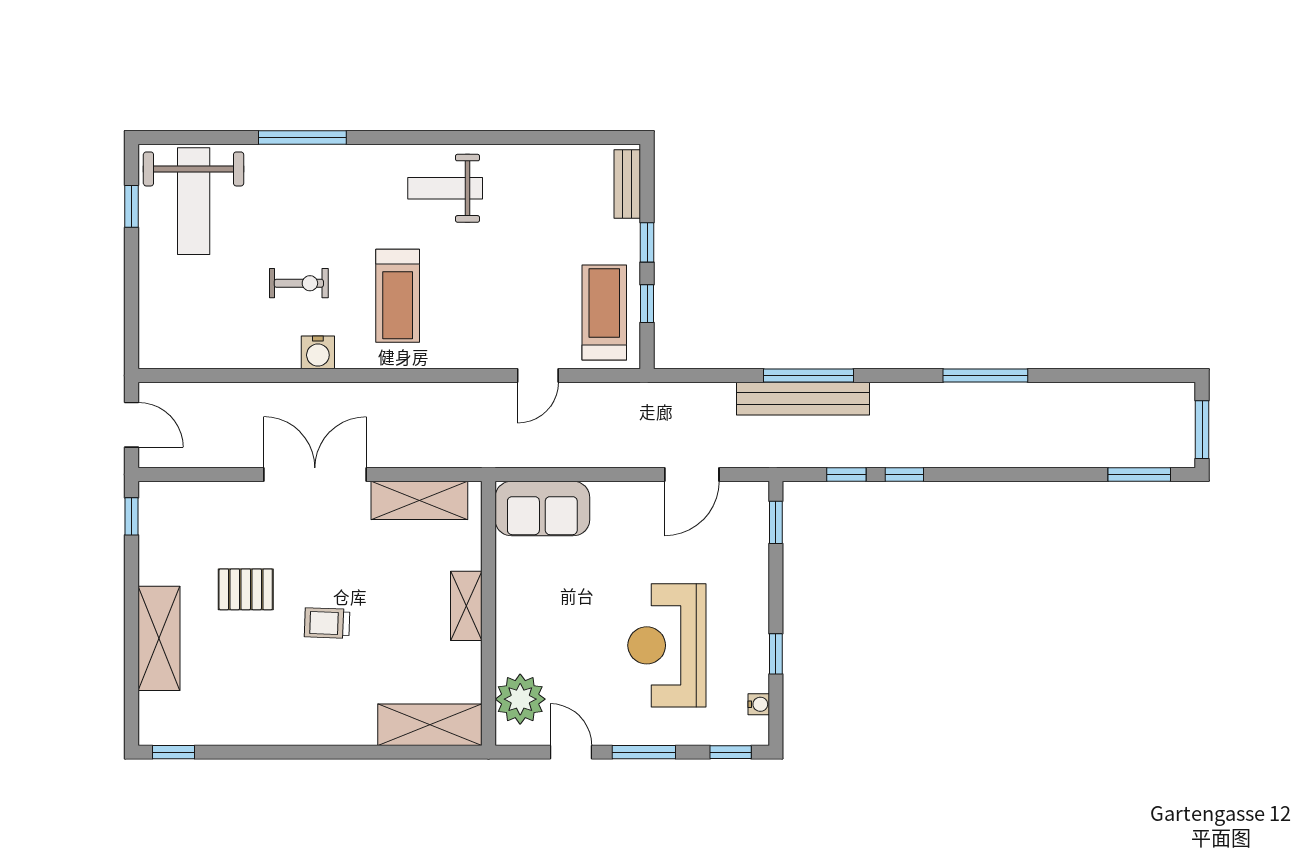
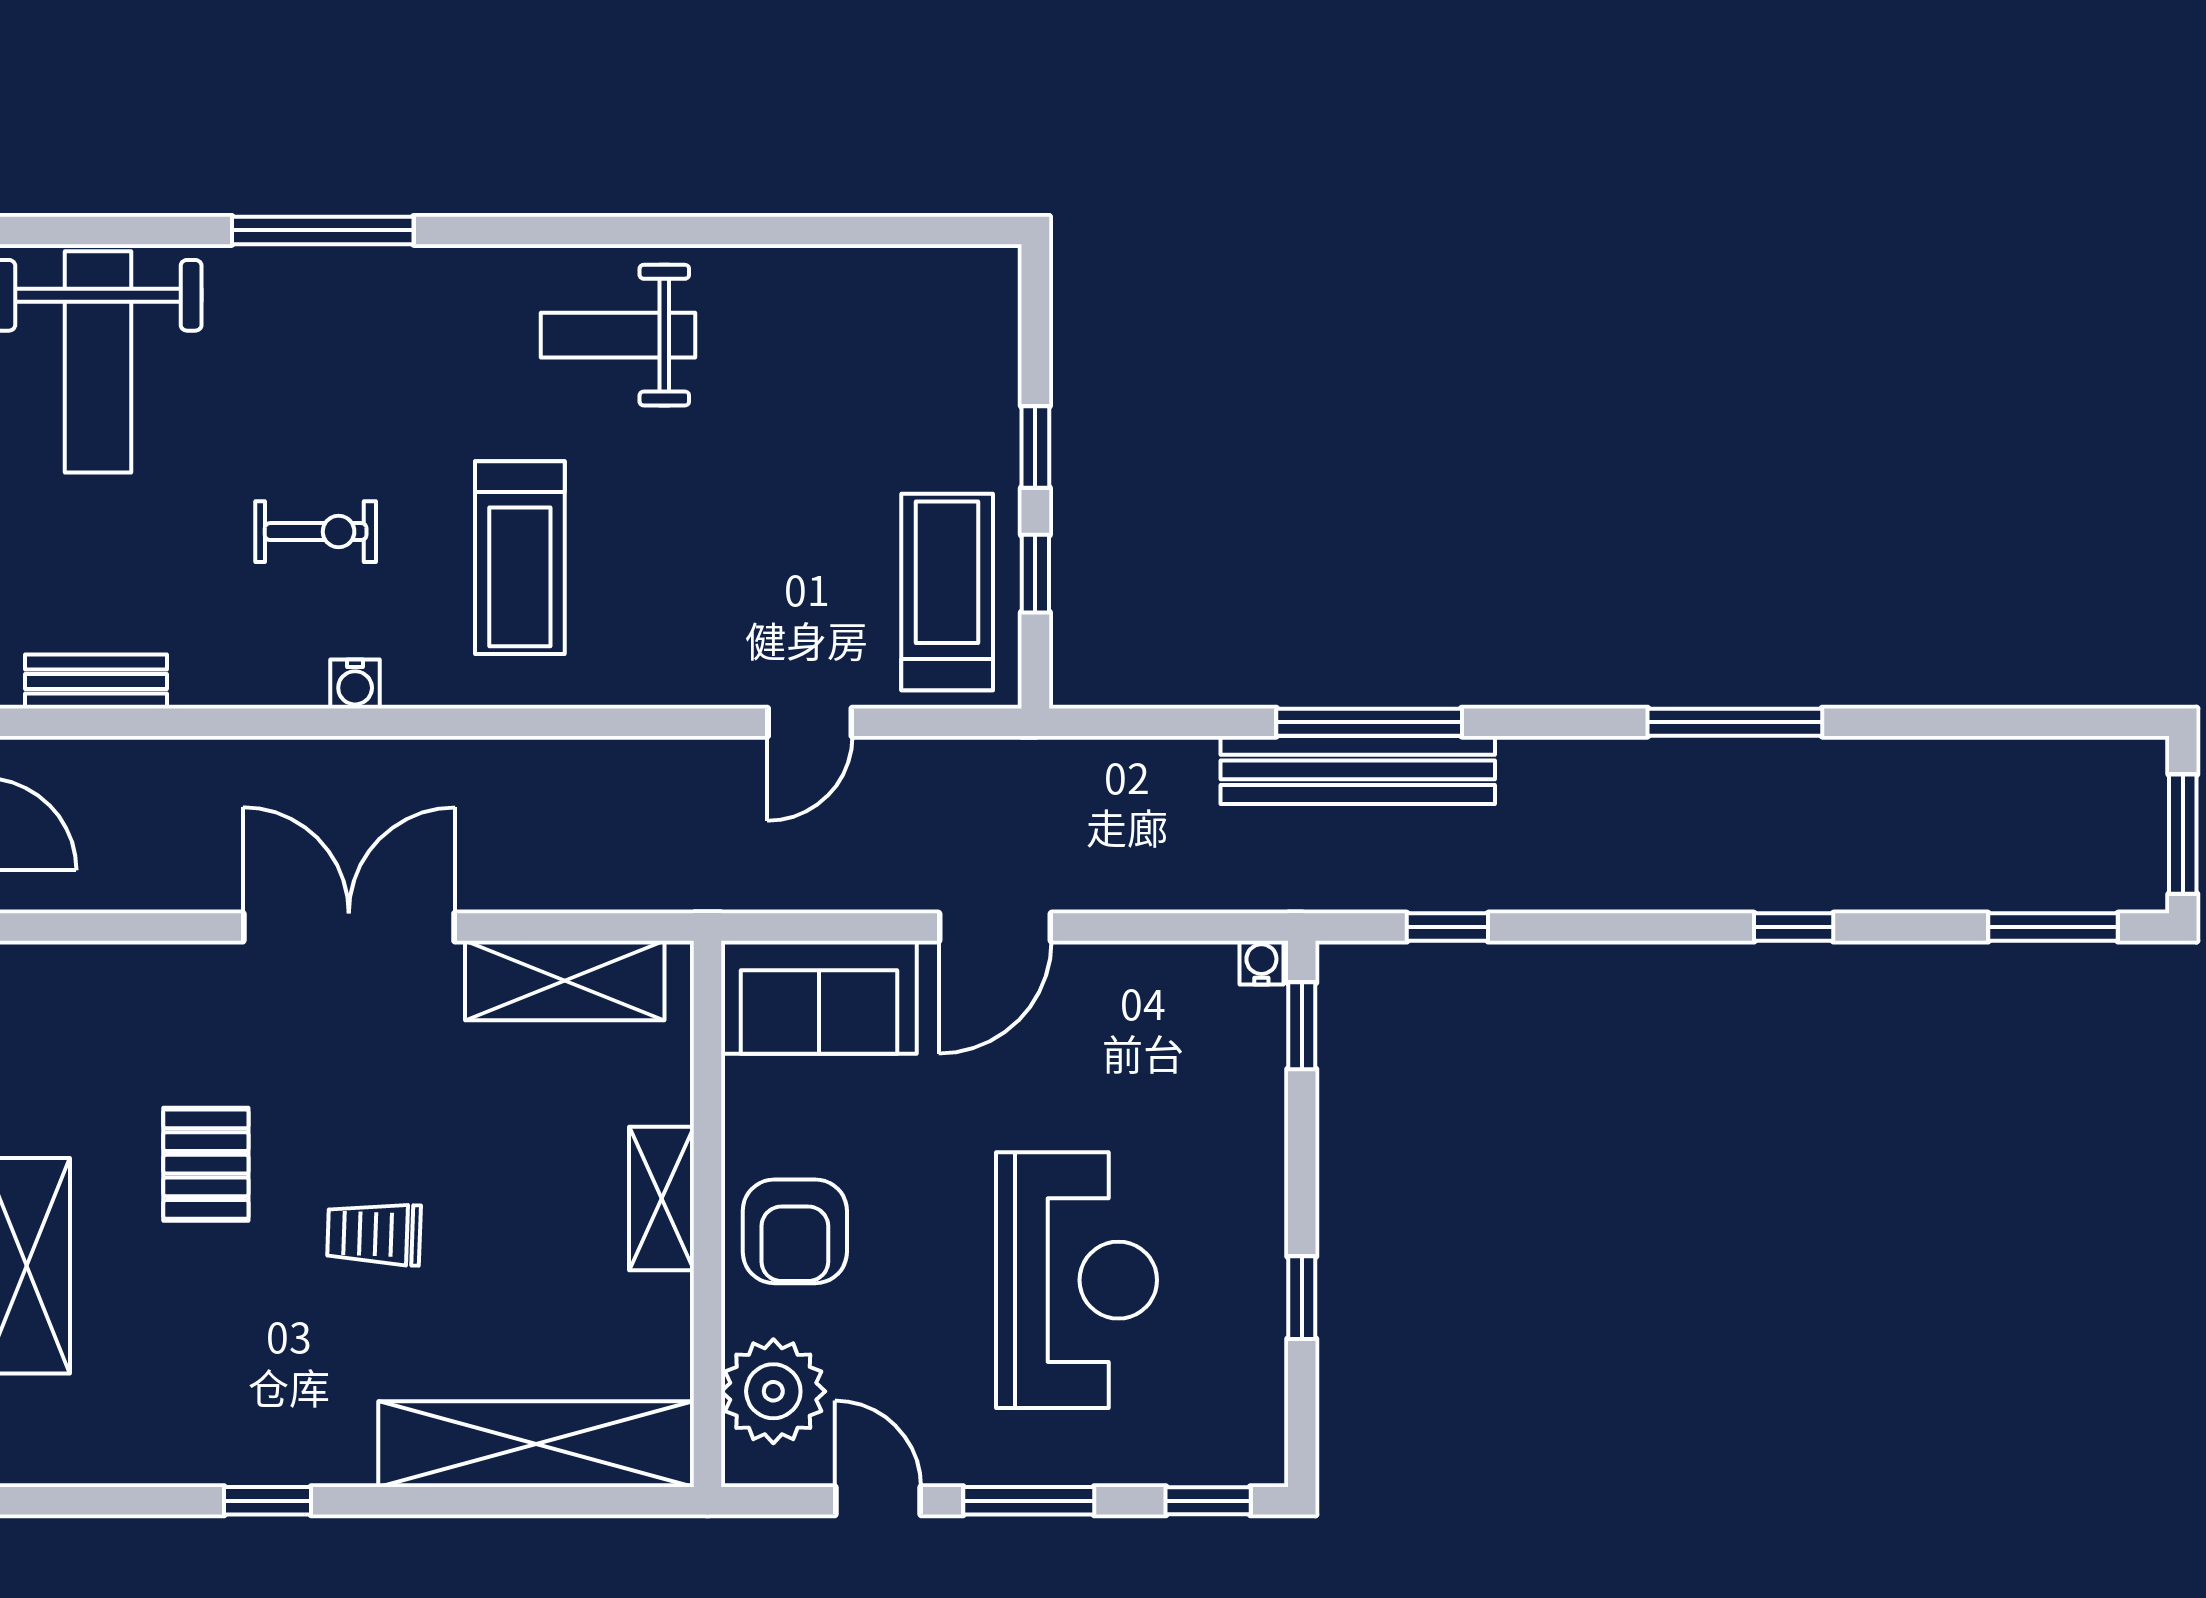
bench: (627, 184) -> (96, 681), moved, turned 90
water cooler: (318, 352) -> (355, 684), width x0.72, depth x0.72
door: (692, 475) -> (995, 927), moved
window: (904, 475) -> (1794, 927), moved
pallet: (246, 589) -> (206, 1164), turned 90
armchair: (531, 622) -> (795, 1231), added
reception desk: (667, 645) -> (1077, 1280), turned 180
water cooler: (759, 704) -> (1261, 963), moved, turned -90
shelving: (430, 725) -> (536, 1444), width x1.47
window: (173, 752) -> (268, 1501), moved

